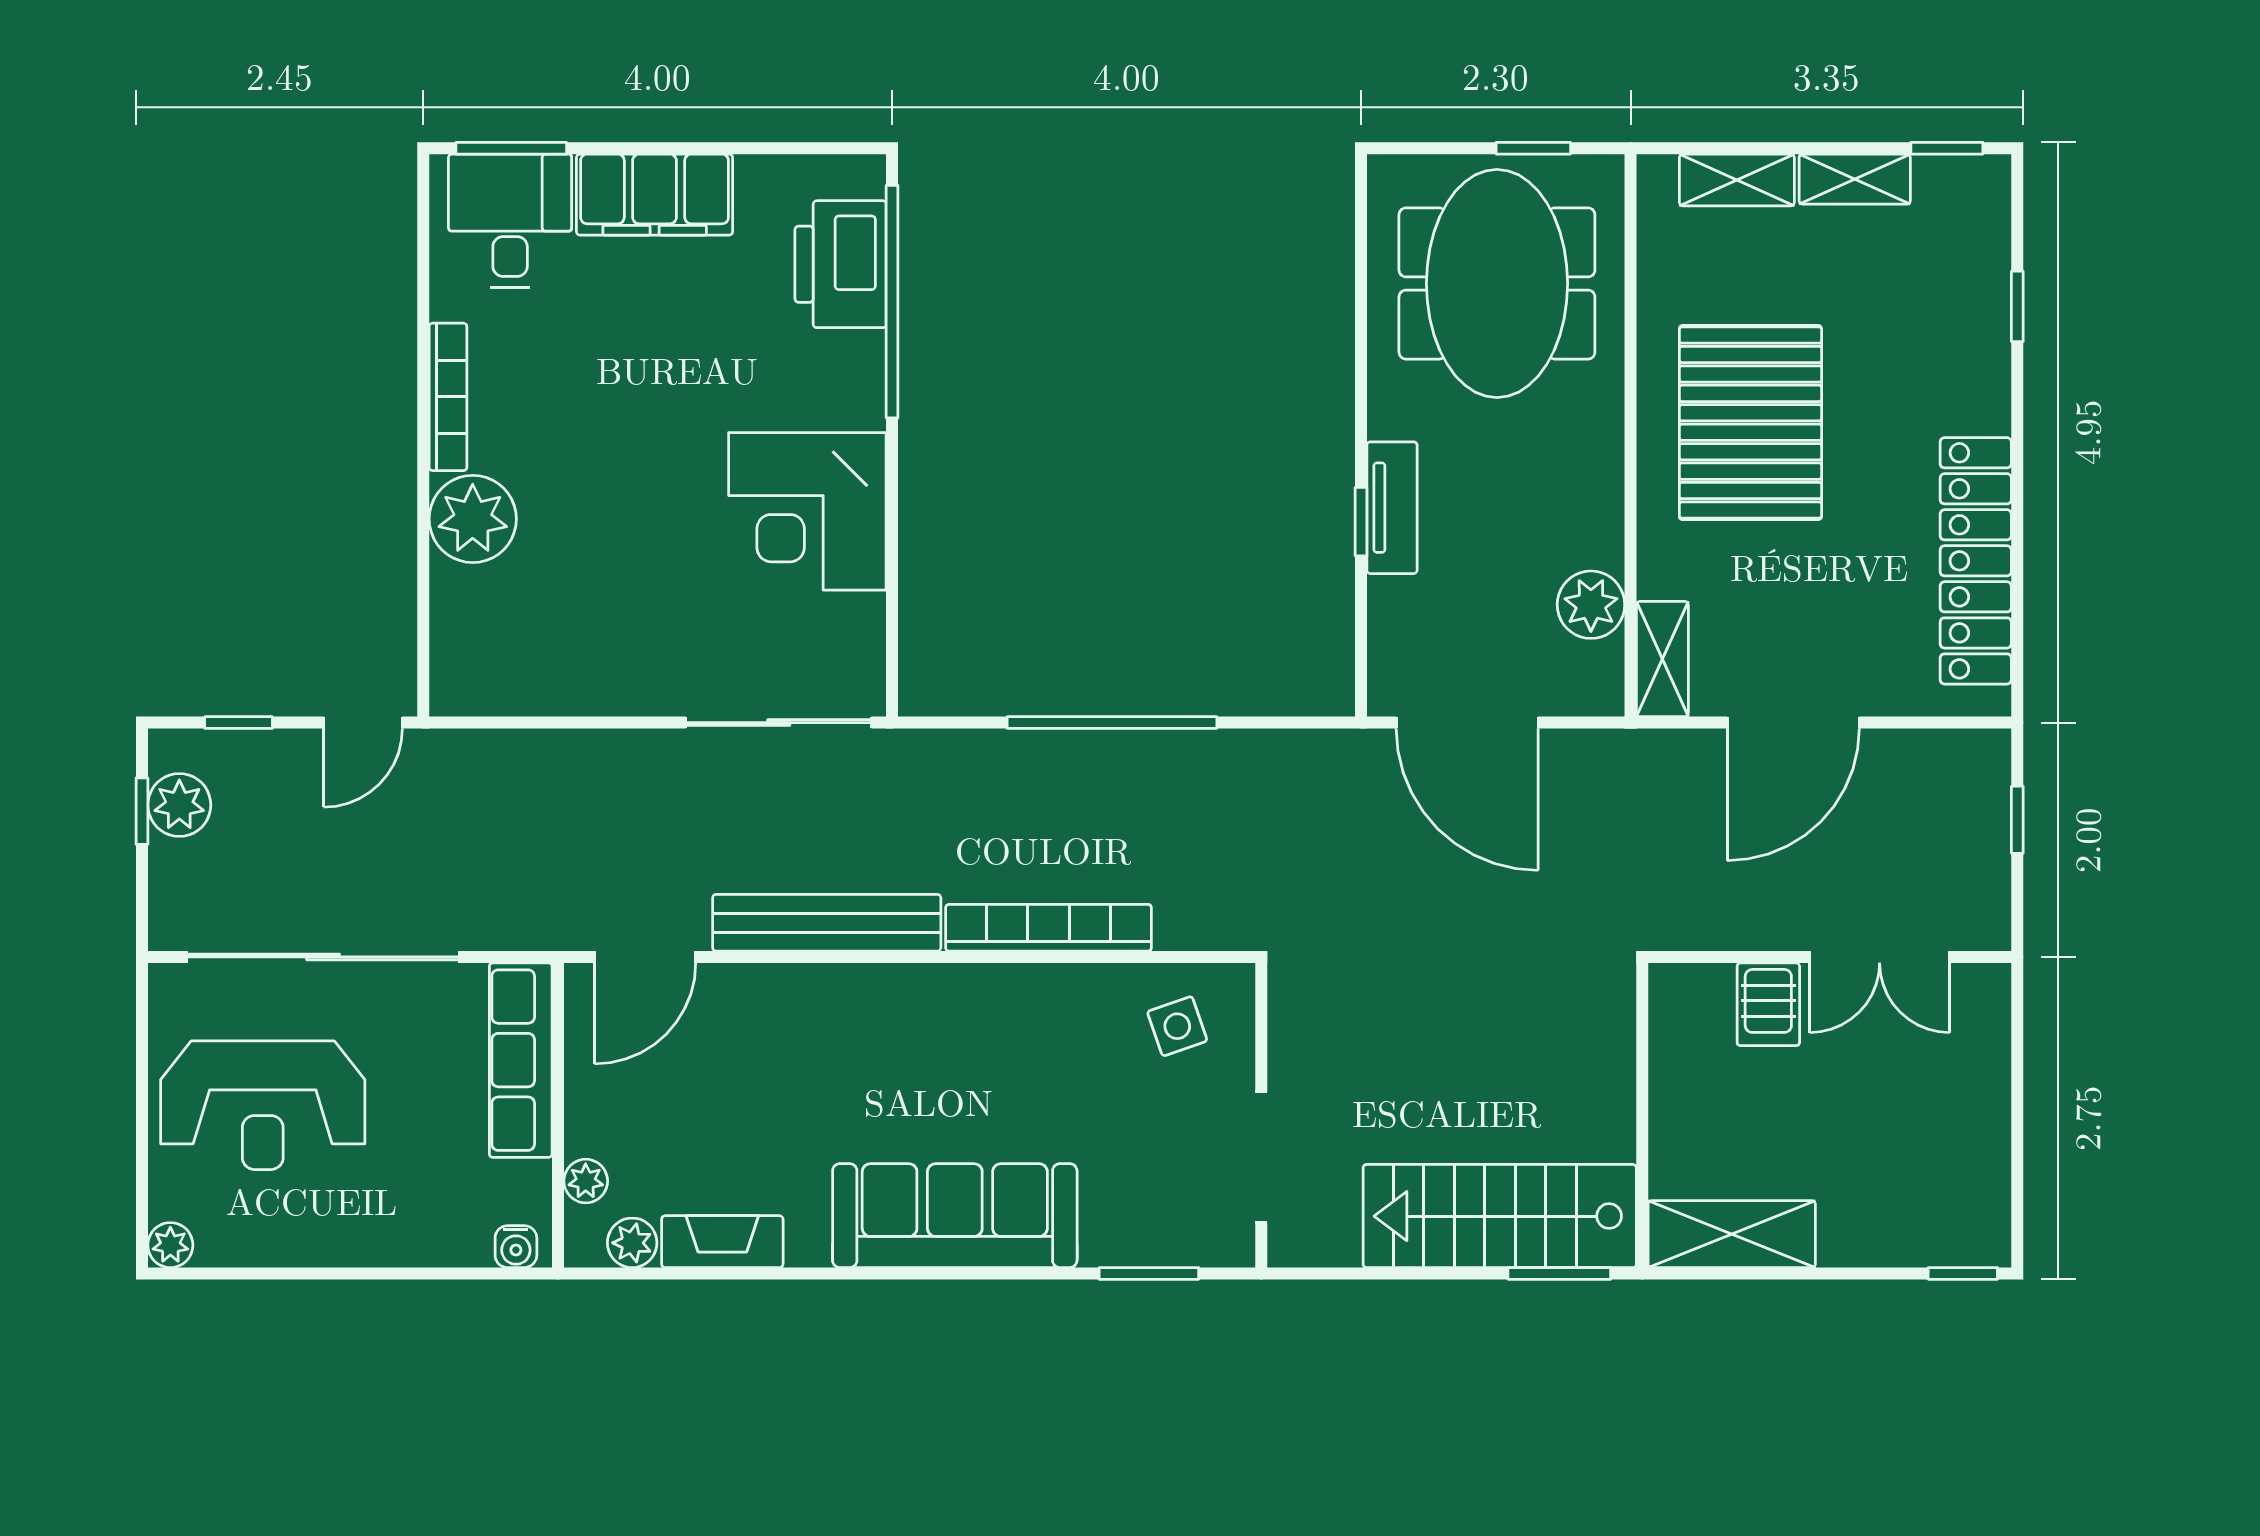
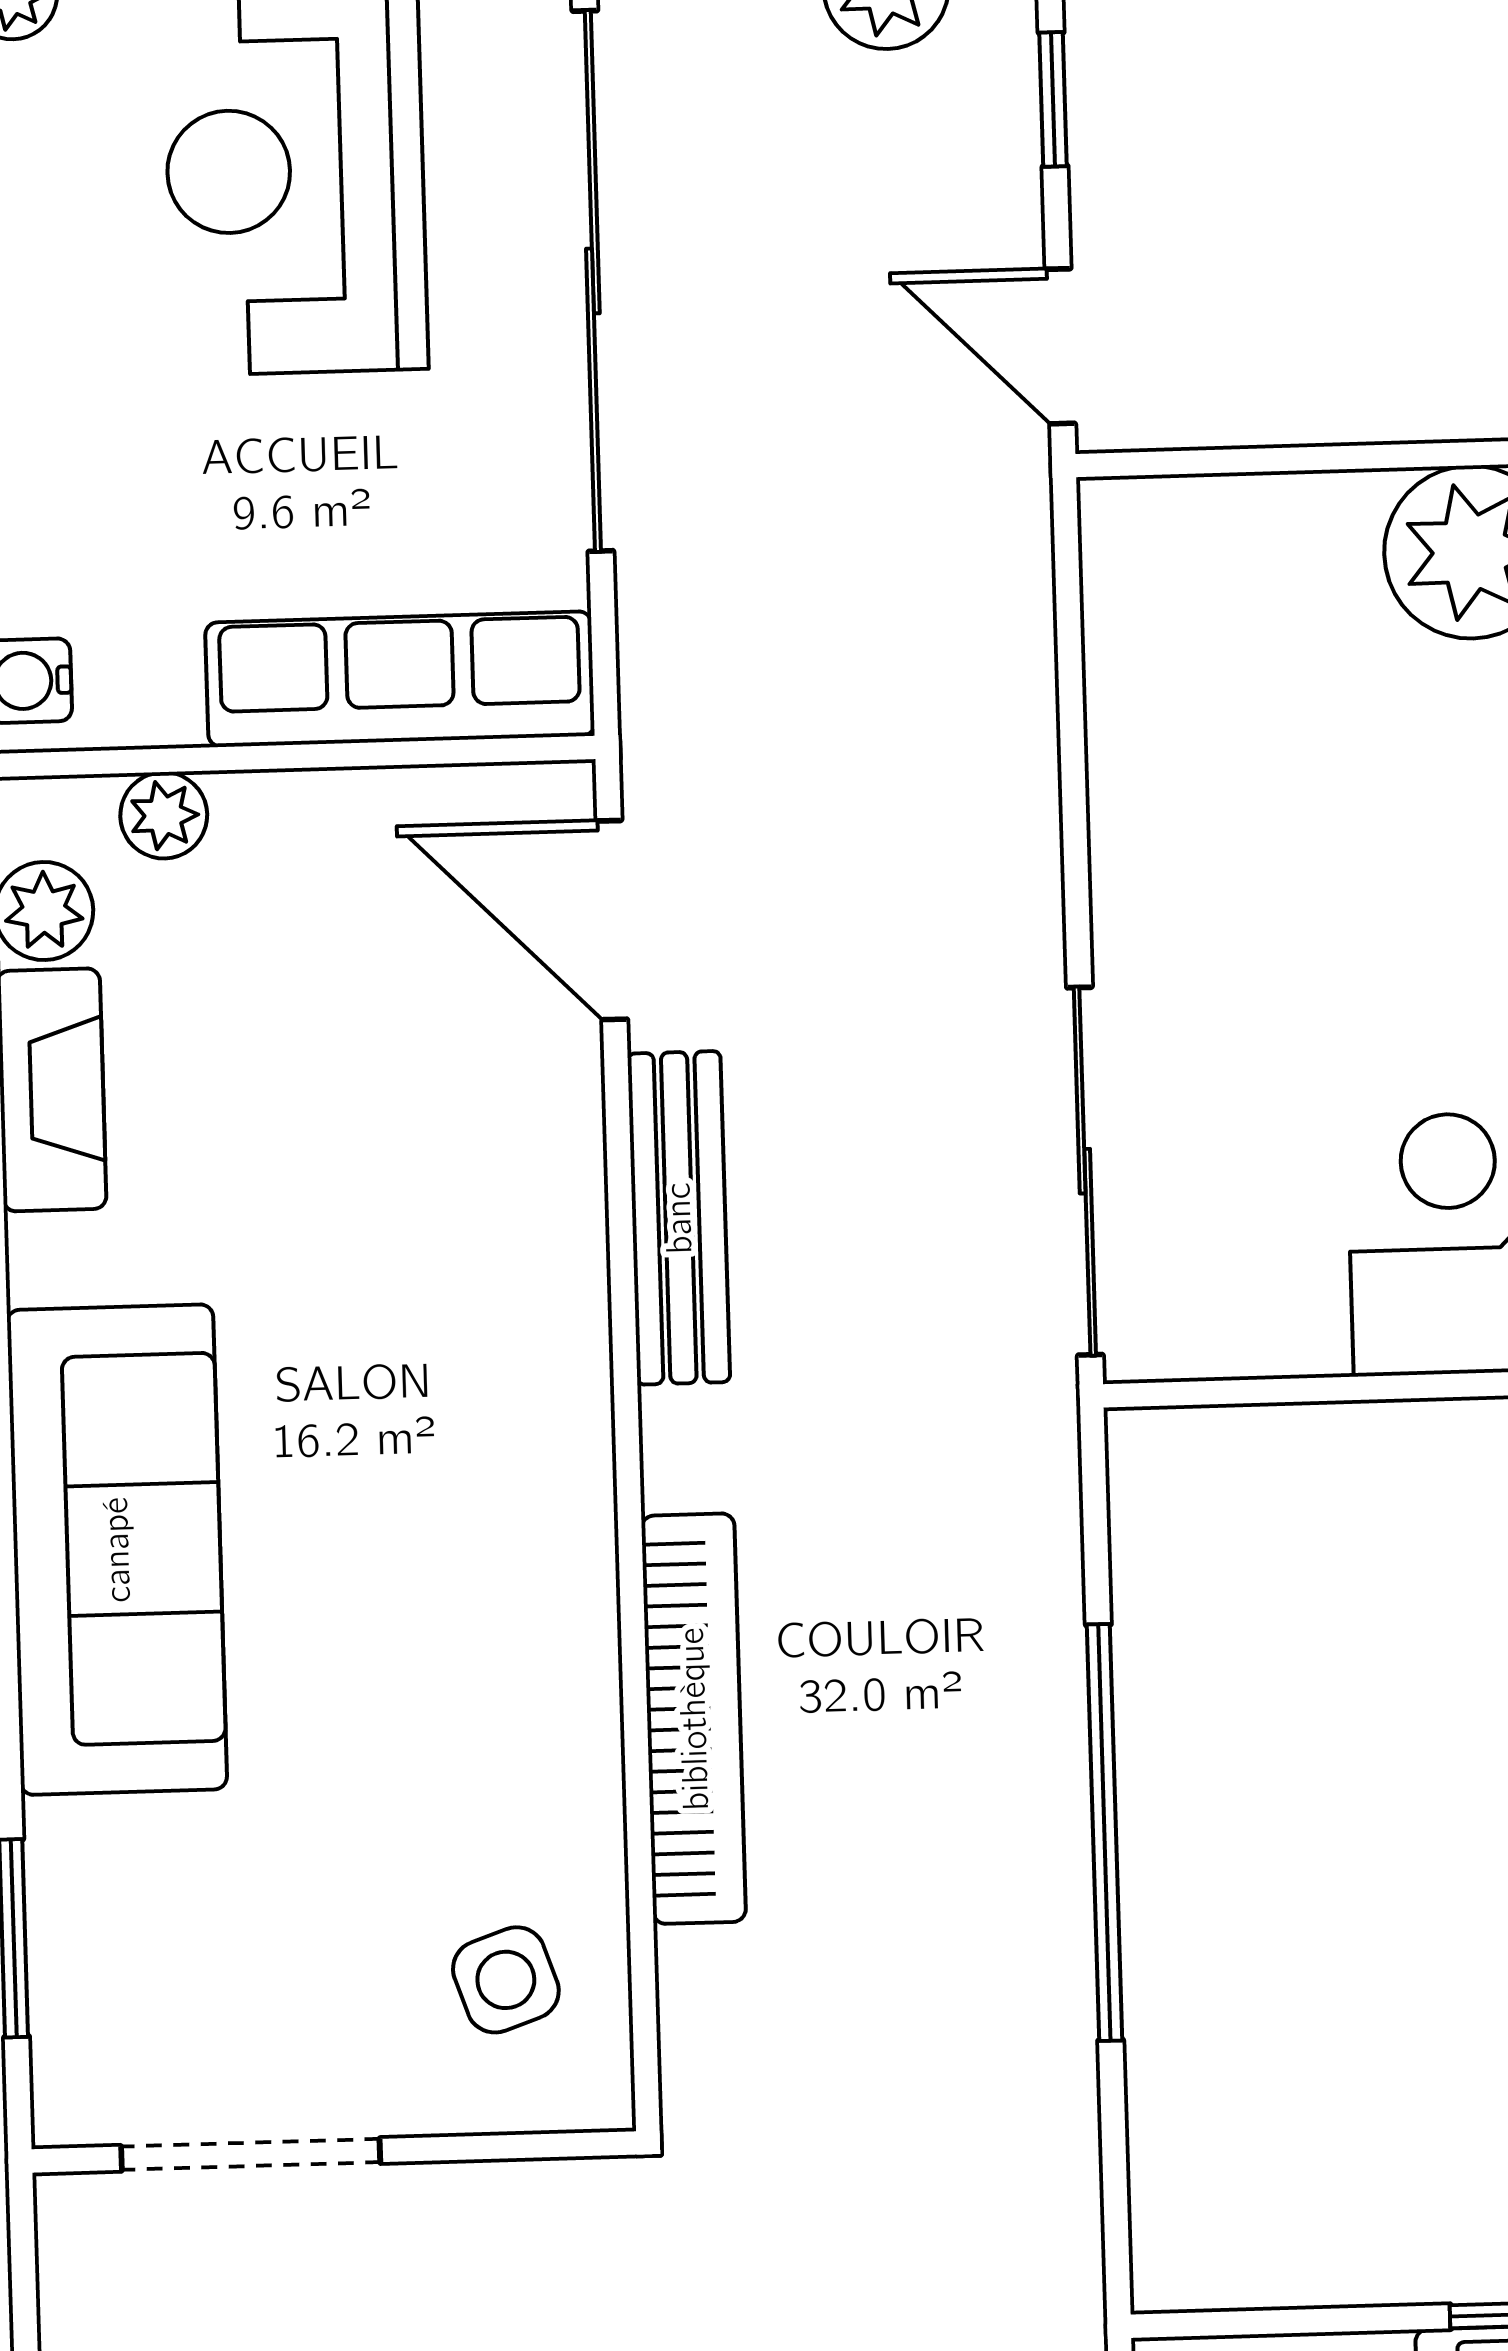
bench: (827, 923) -> (679, 1218), width x0.73, depth x0.82

